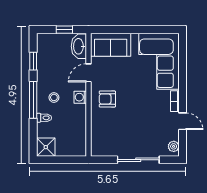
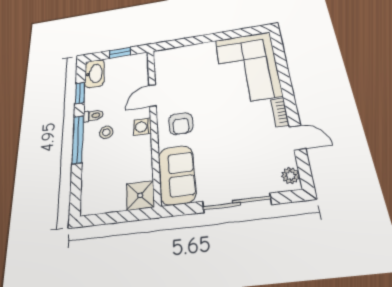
sofa: (111, 45) -> (177, 175), moved, turned -90
washbasin: (79, 46) -> (95, 74), moved, turned 180
armchair: (107, 99) -> (181, 124), turned -90
toilet: (44, 118) -> (93, 116), moved
shower: (46, 147) -> (140, 195), moved

